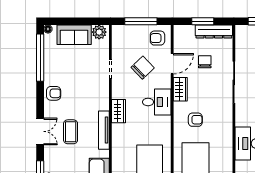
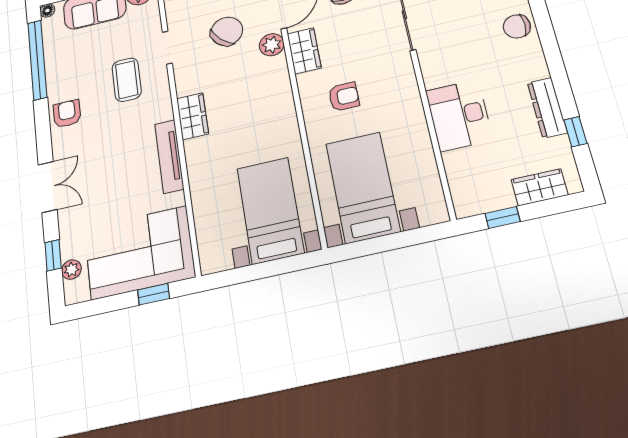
plant: (164, 82) -> (272, 45), added
armchair: (54, 93) -> (67, 114), turned -90
desk: (157, 102) -> (263, 83), removed
coffee table: (71, 132) -> (127, 80), moved

